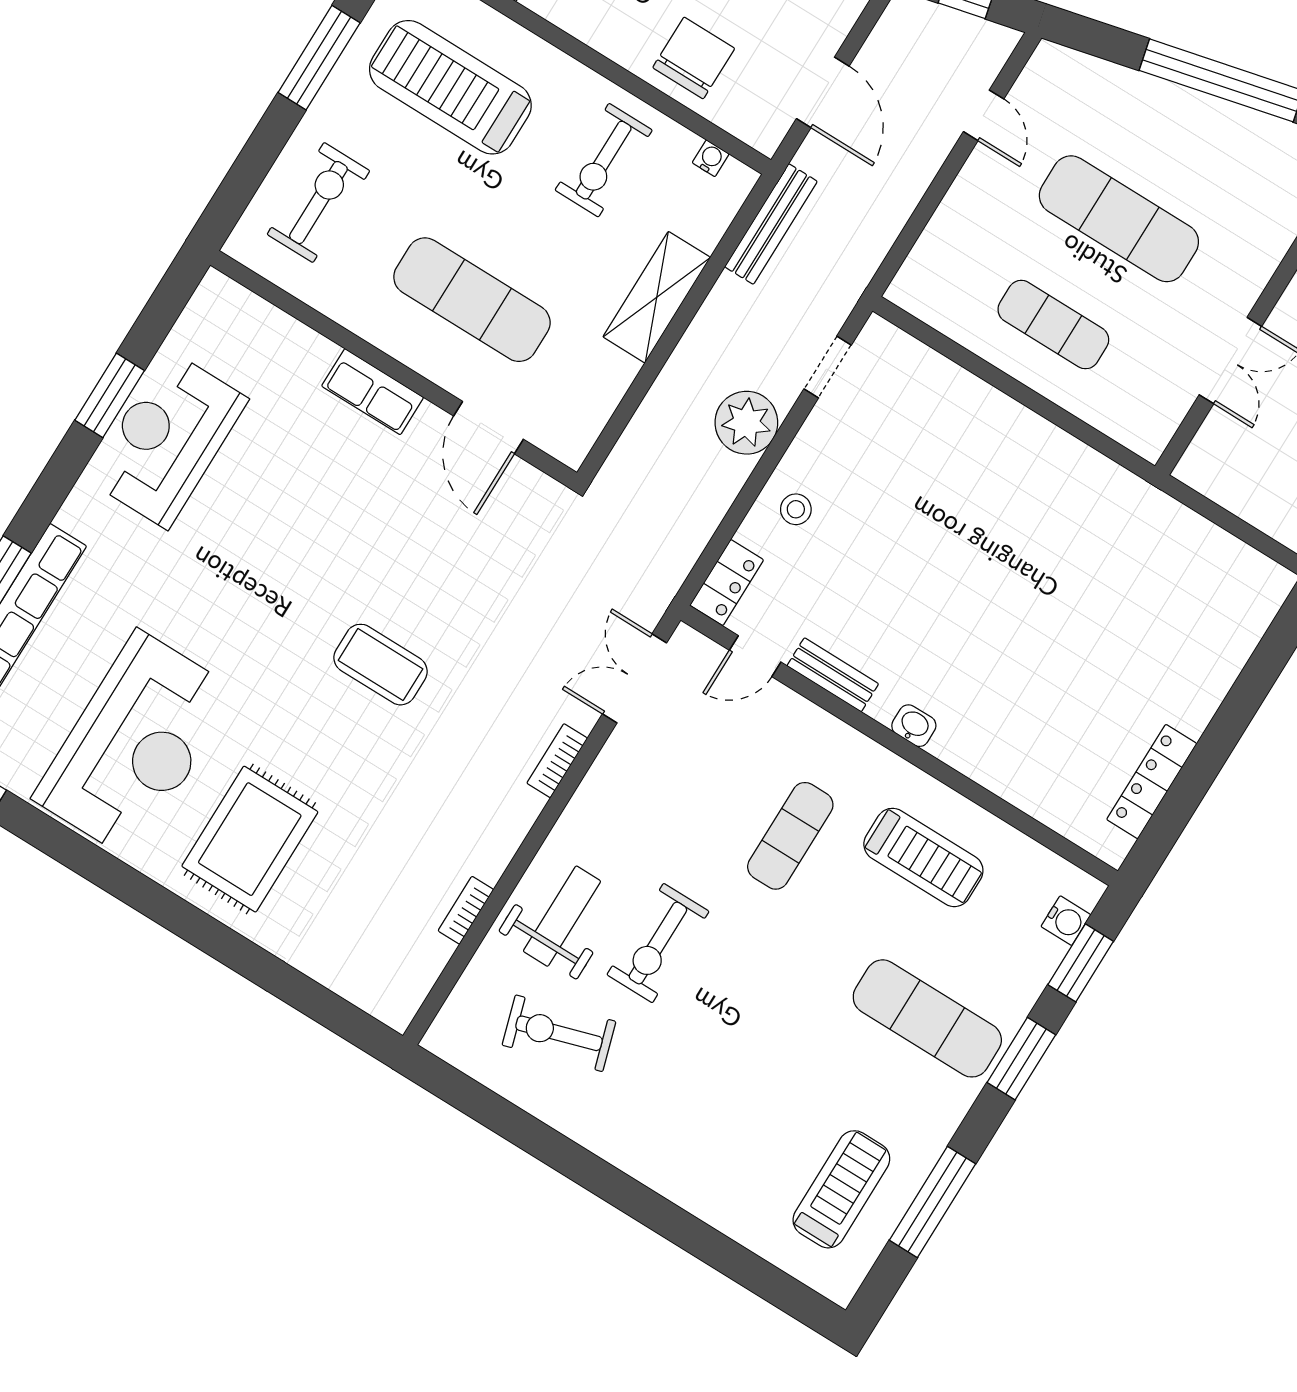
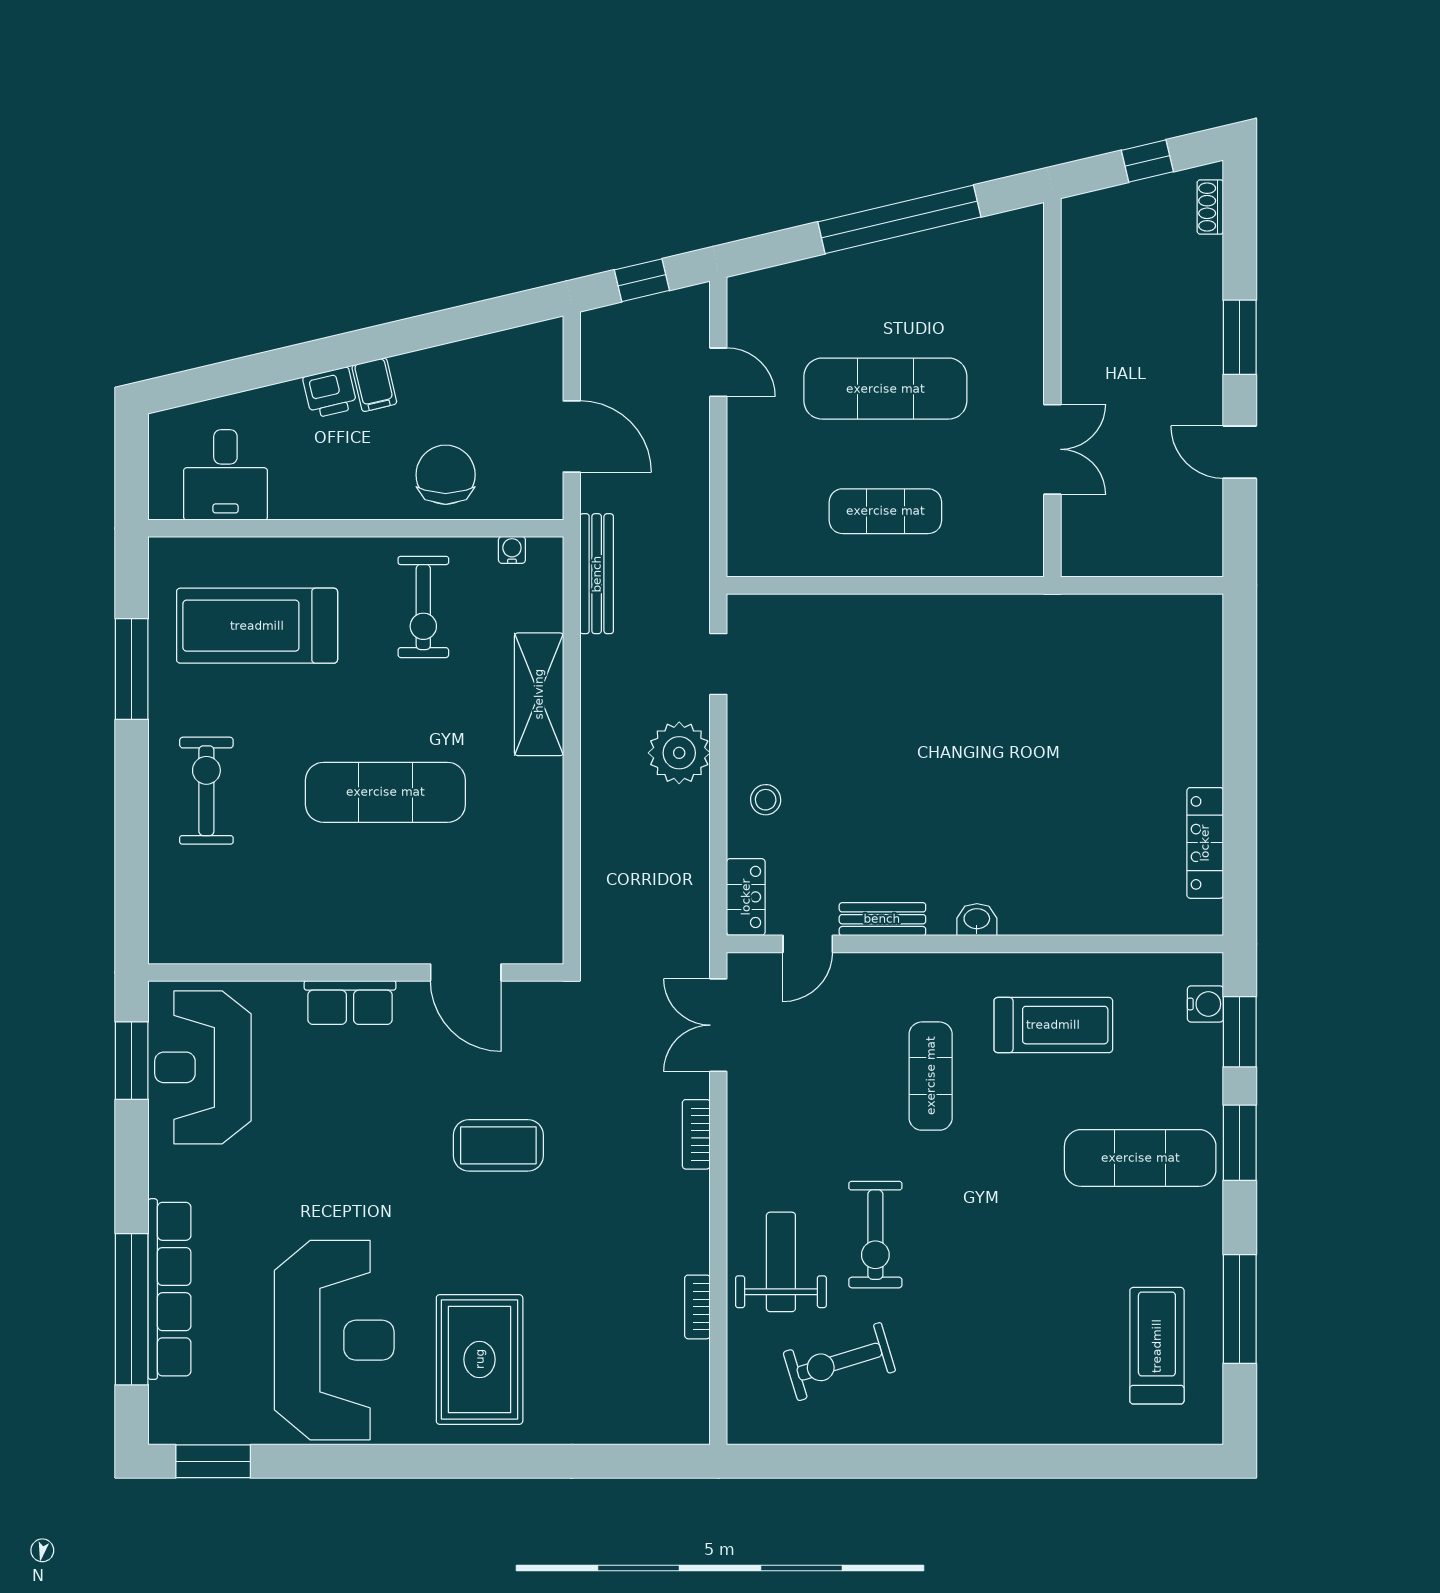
wall: (394, 369) -> (356, 972), moved
row of seats: (373, 392) -> (350, 1002), moved
door: (488, 428) -> (466, 972), moved

